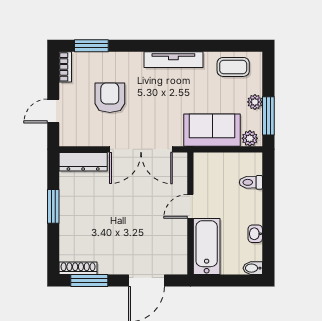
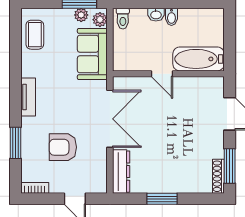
window: (91, 46) -> (15, 143), moved
tv unit: (173, 60) -> (28, 97), width x0.71
plant: (255, 102) -> (81, 15), moved
toilet: (251, 182) -> (123, 19), moved
washbasin: (255, 234) -> (156, 15), moved
bidet: (253, 268) -> (171, 17), moved

